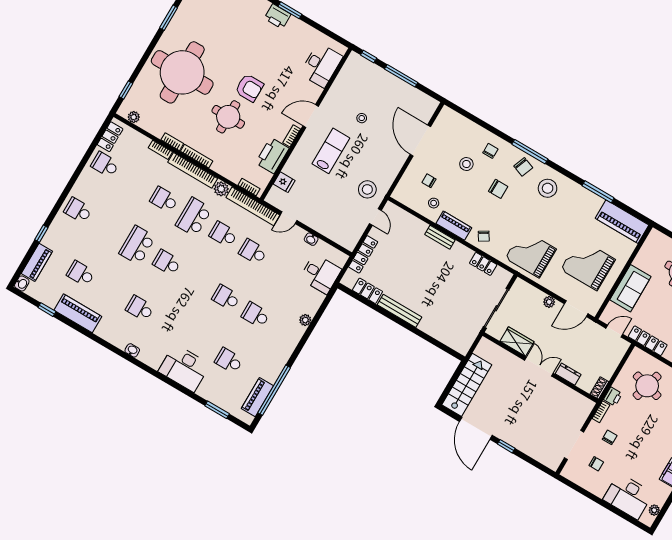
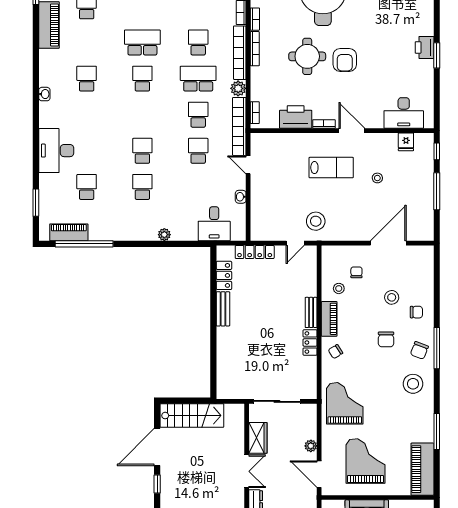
fridge: (284, 182) -> (406, 142), moved
locker: (483, 264) -> (310, 342), moved
bench: (400, 311) -> (223, 309), width x0.73

